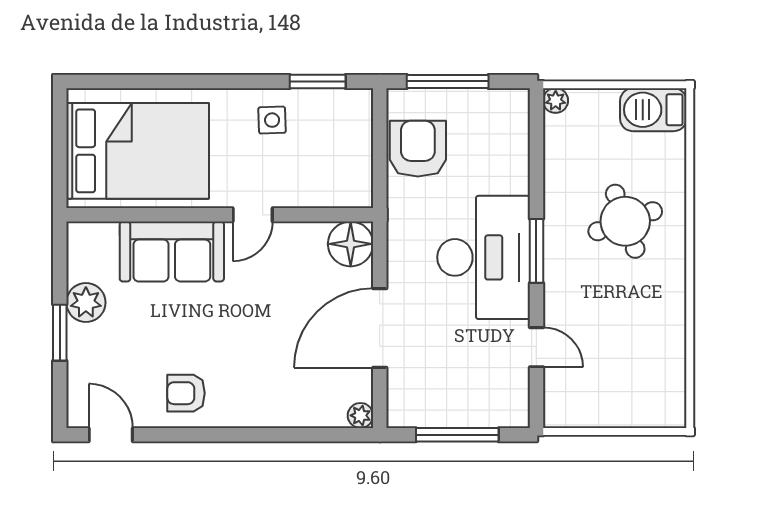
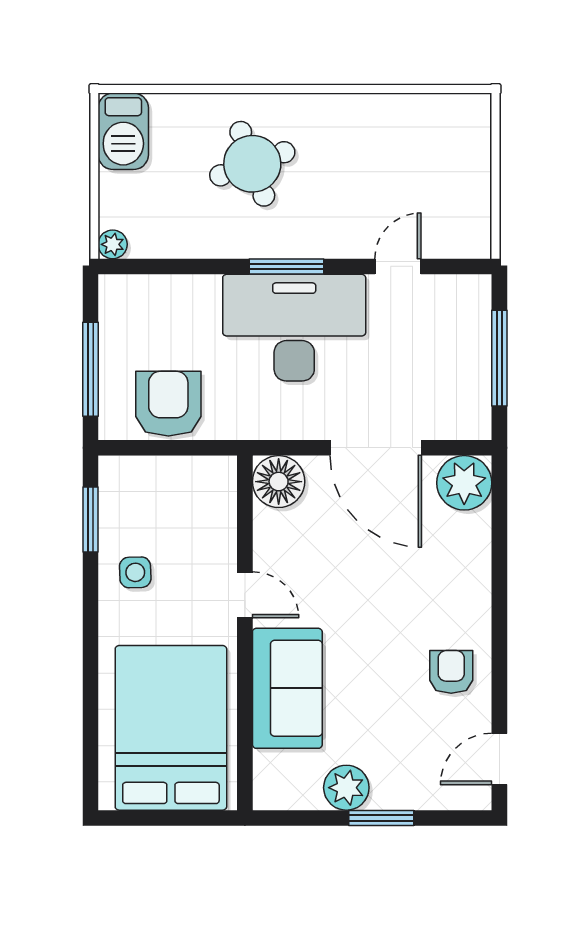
armchair: (418, 149) -> (168, 404), turned 90
armchair: (186, 393) -> (451, 672), turned 180
plant: (360, 415) -> (464, 483), width x1.87, depth x1.87

